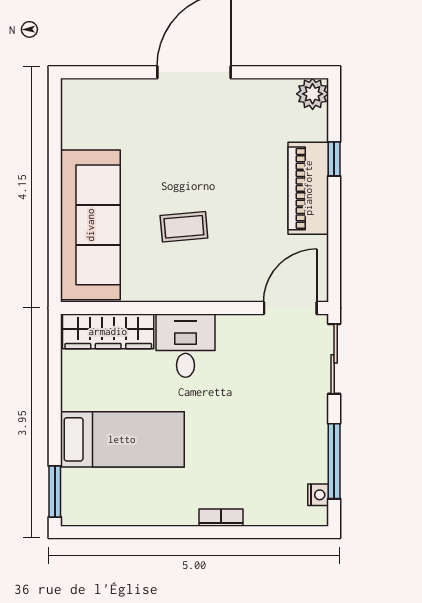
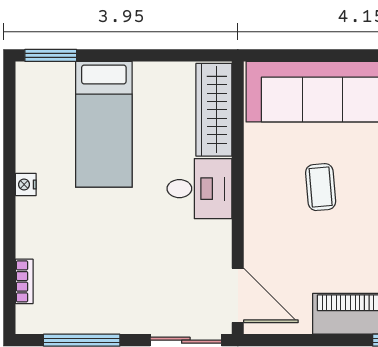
nightstand: (318, 495) -> (26, 185), moved, turned 90
bookcase: (221, 518) -> (24, 281), moved

